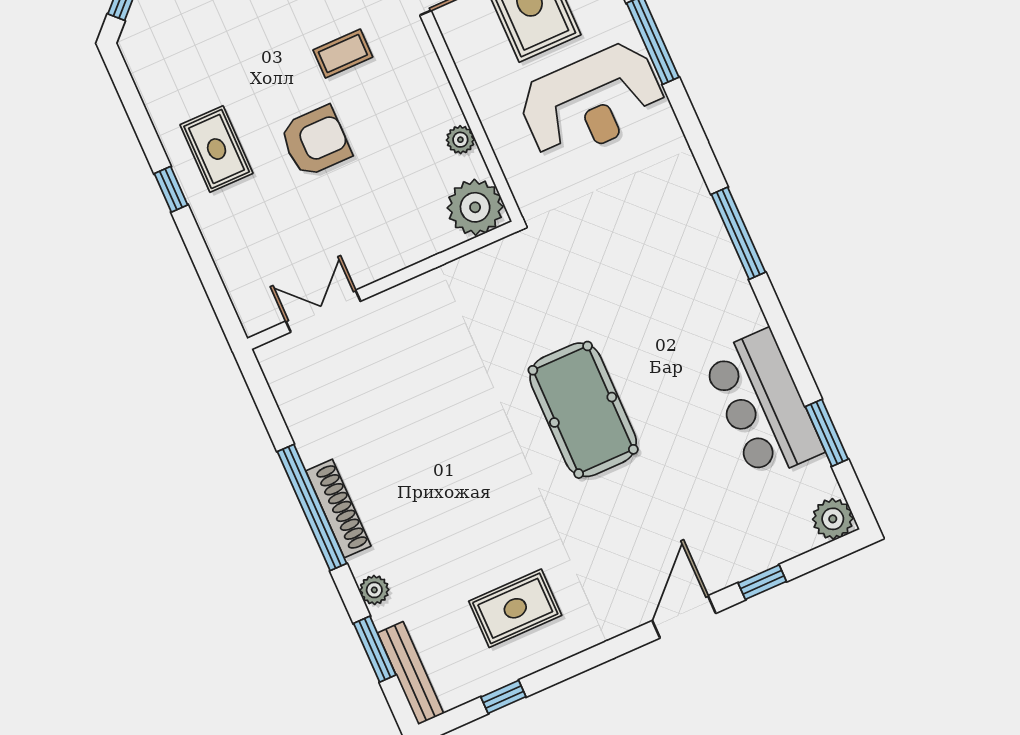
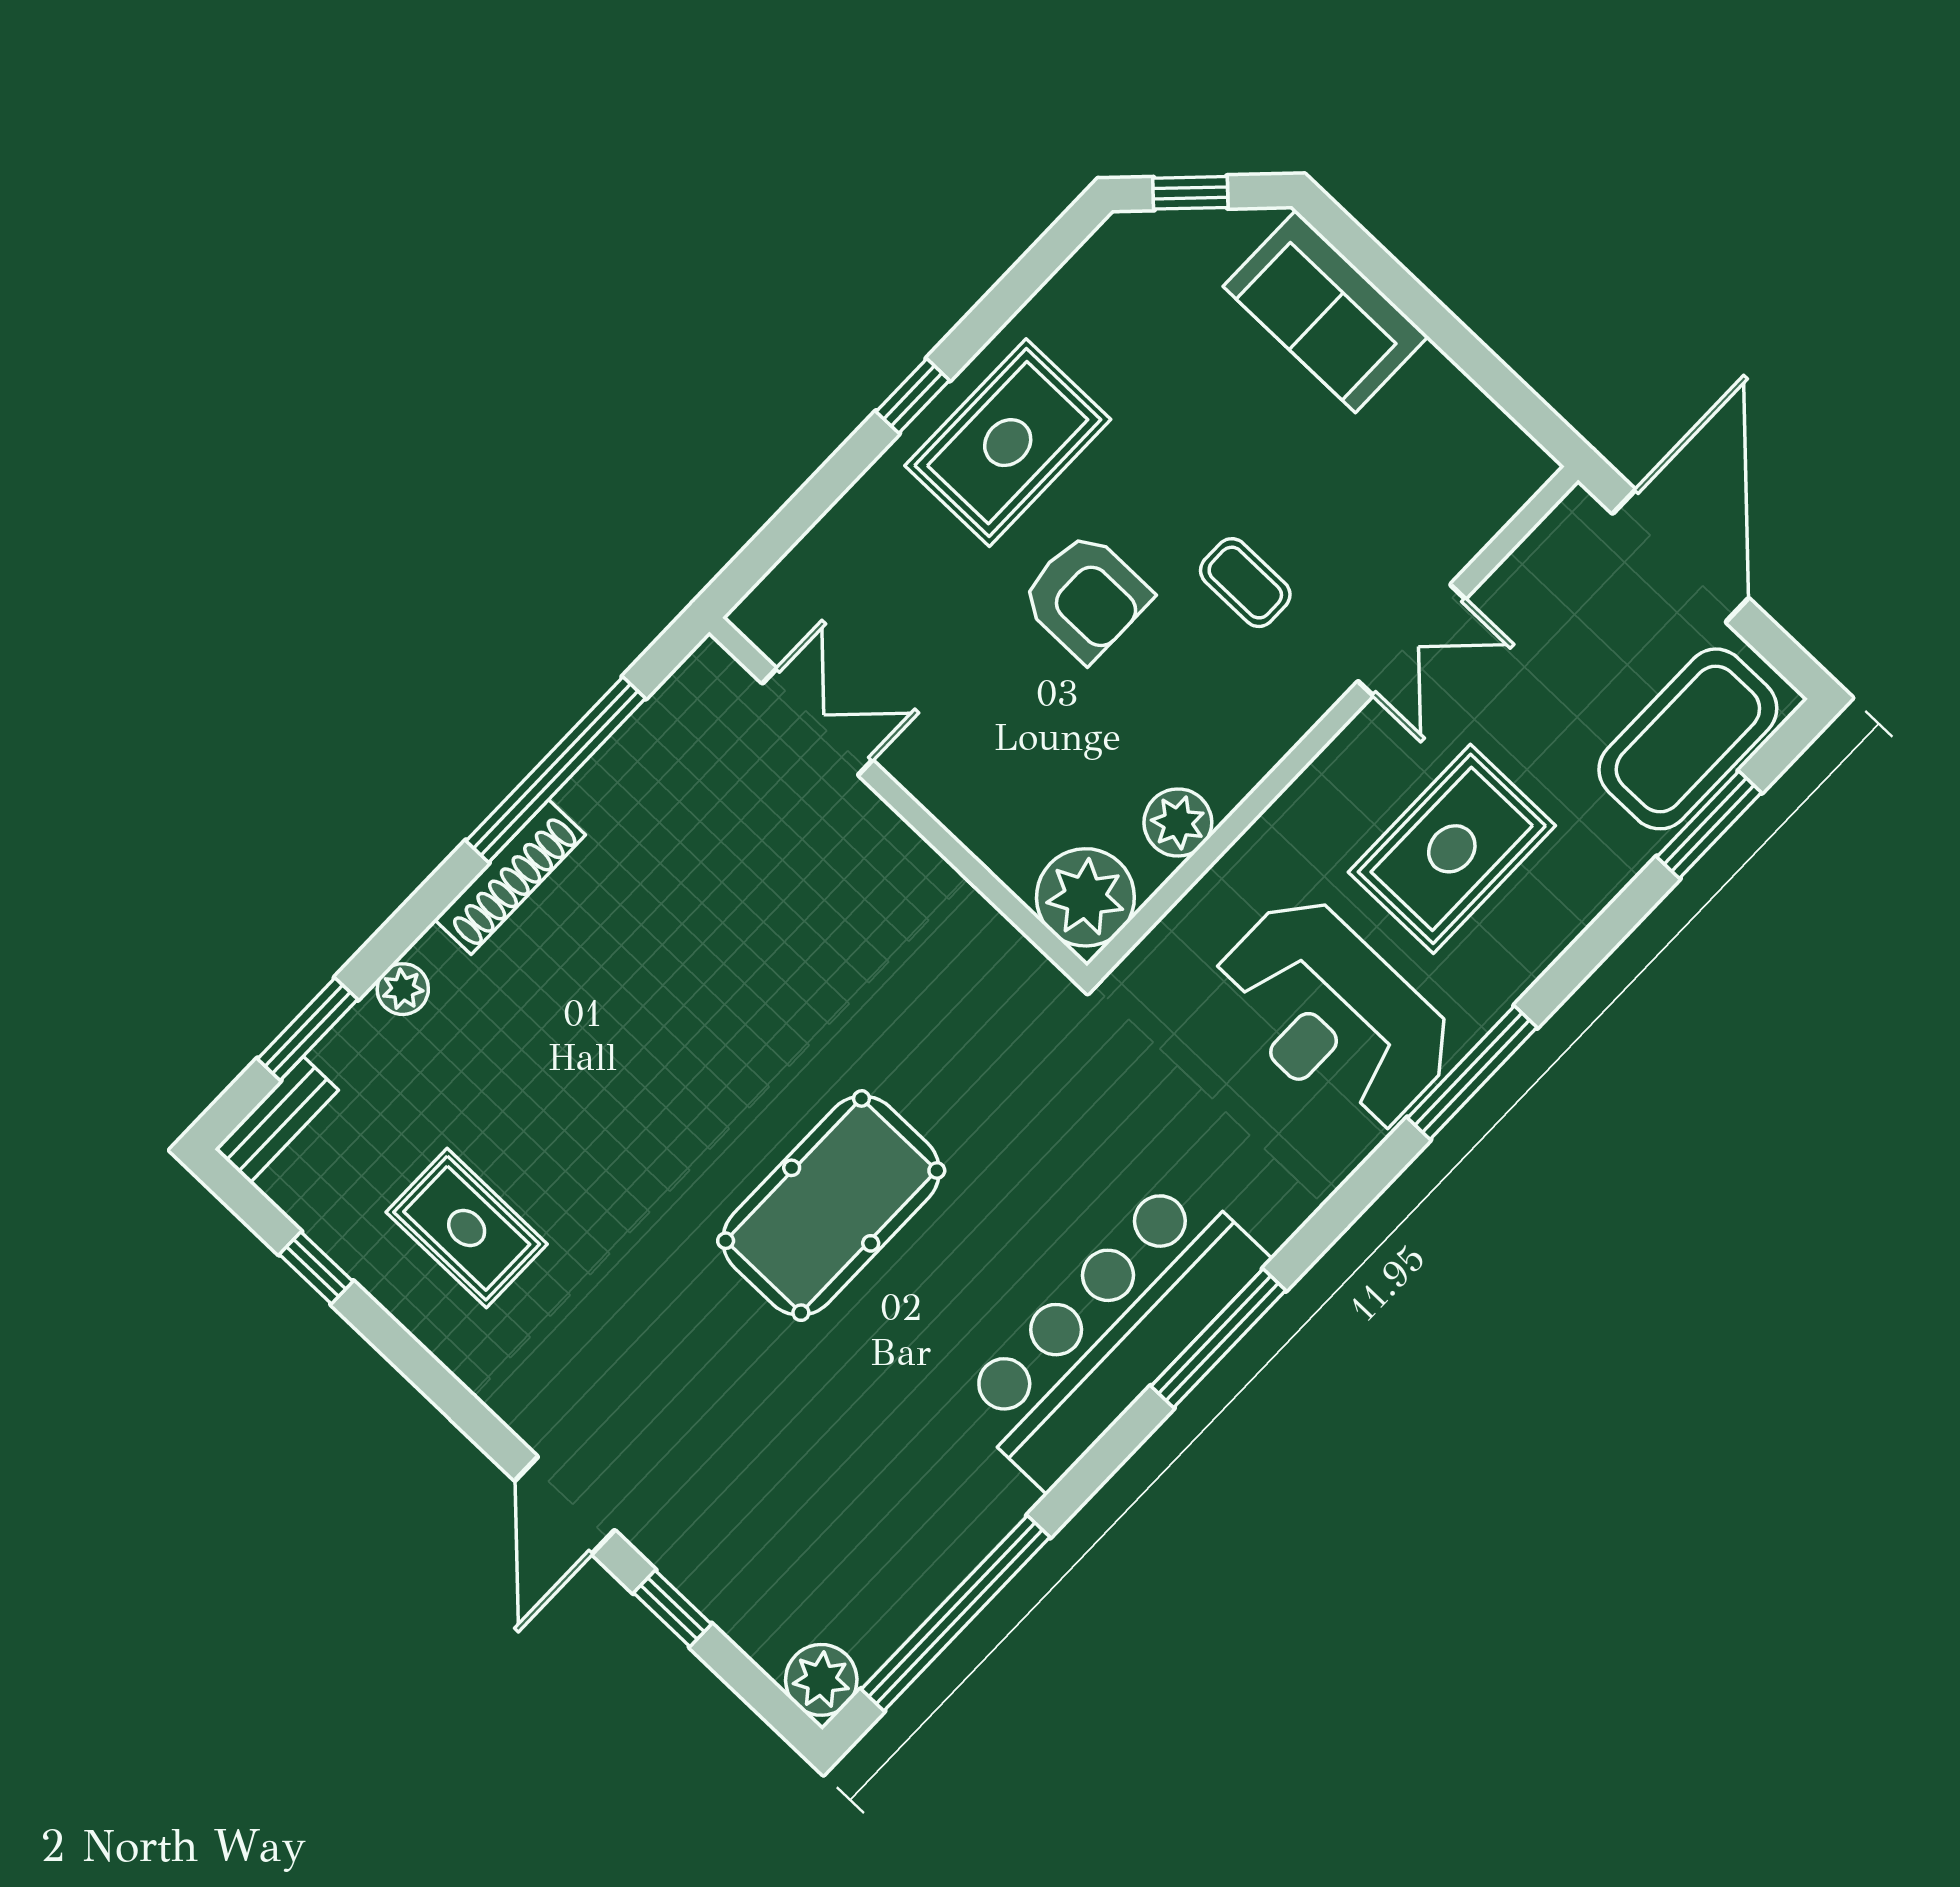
plant: (460, 140) -> (1178, 823), width x1.38, depth x1.38
rug: (217, 149) -> (1008, 443), width x1.36, depth x1.43
bar counter: (763, 405) -> (1112, 1331), moved, width x1.36
window: (827, 433) -> (956, 1613), width x2.11
window: (312, 507) -> (556, 770), moved
door: (684, 617) -> (565, 1505), swing flipped
bench: (411, 673) -> (277, 1120), width x0.73

